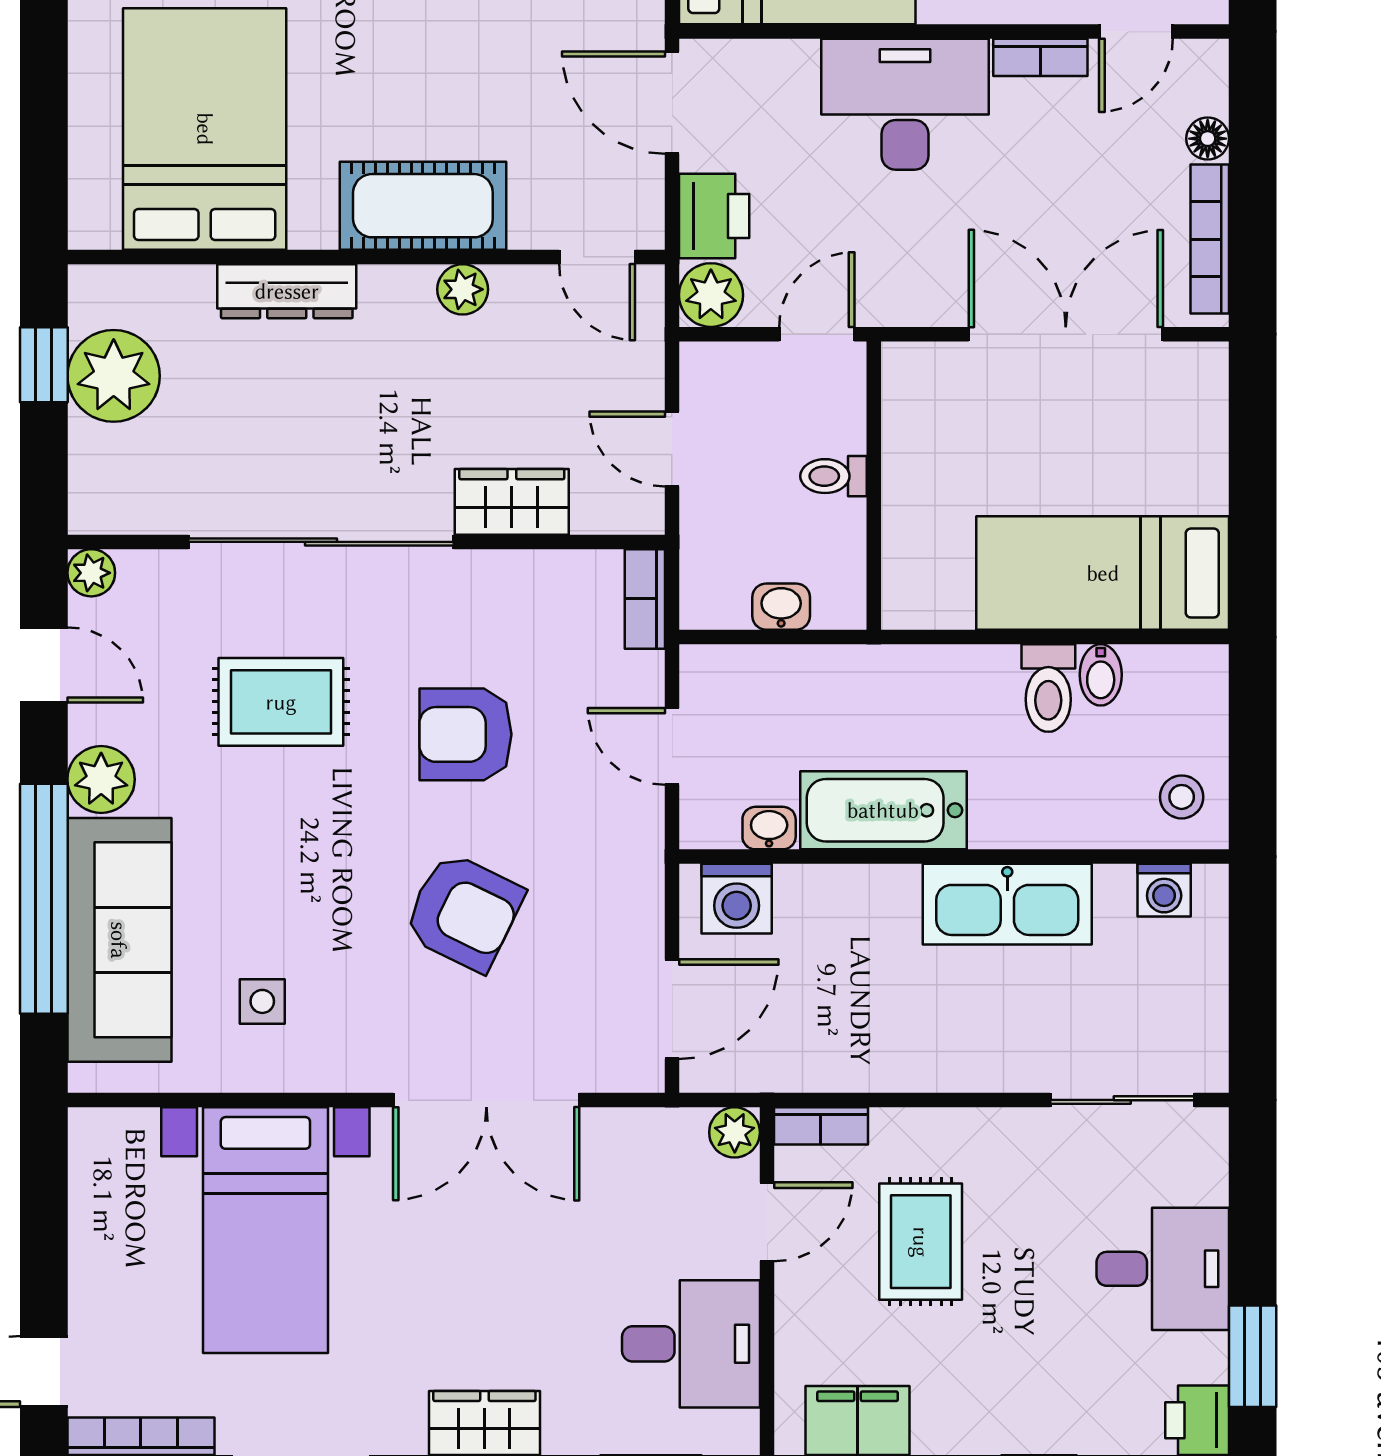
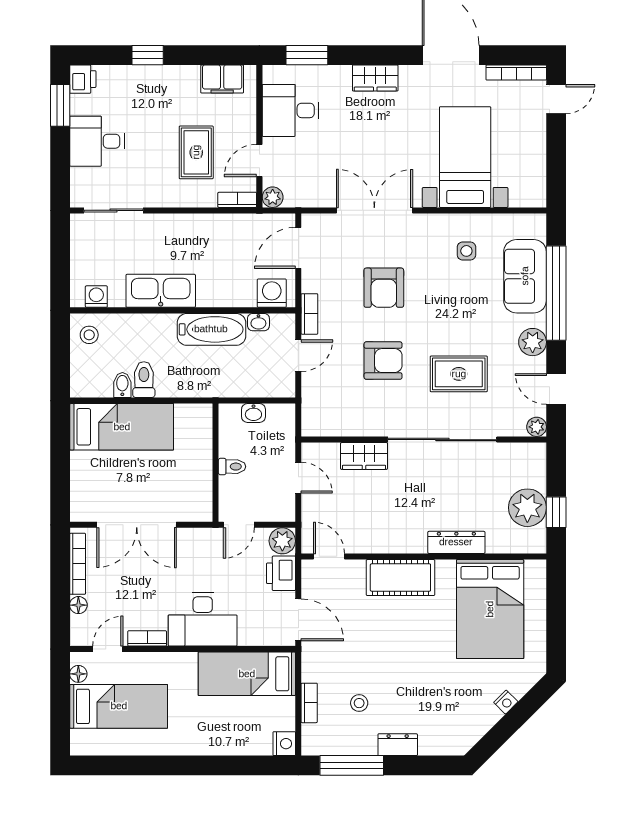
plant: (463, 289) -> (384, 543), removed
bookcase: (645, 599) -> (309, 314), moved
door: (672, 746) -> (298, 356), hinge flipped
armchair: (464, 912) -> (384, 288), turned -116
sofa: (119, 940) -> (525, 276), width x0.73

